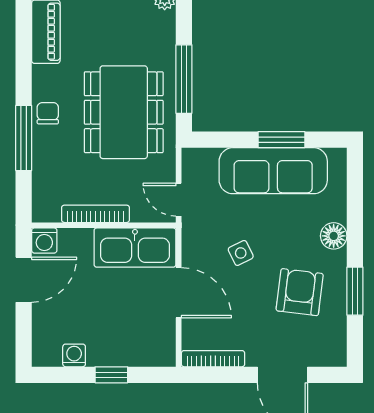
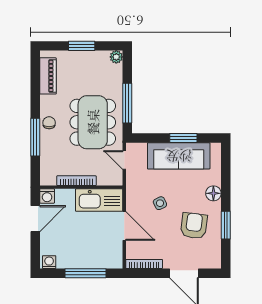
door: (179, 200) -> (124, 160), moved
washing machine: (74, 355) -> (49, 262), moved
window: (111, 375) -> (86, 273), width x2.17

